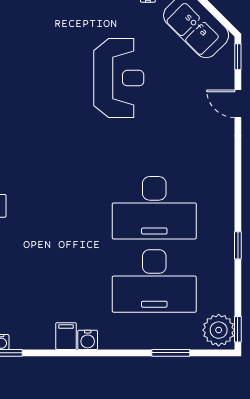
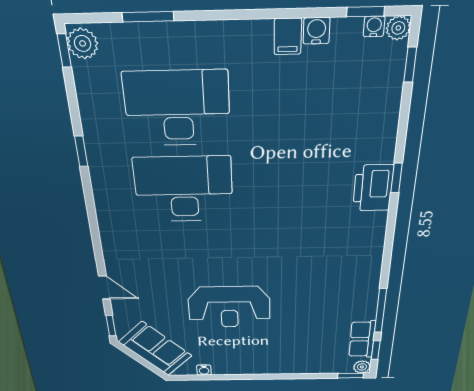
reception desk: (119, 78) -> (229, 307), turned -90
plant: (219, 330) -> (83, 43), width x0.73, depth x0.73
water cooler: (88, 340) -> (316, 31), moved

